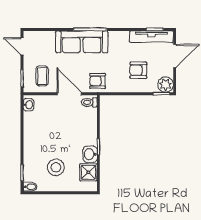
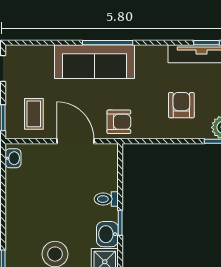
armchair: (138, 70) -> (181, 105), turned 90
armchair: (98, 81) -> (119, 122), turned 180
toilet: (89, 102) -> (106, 199), moved

